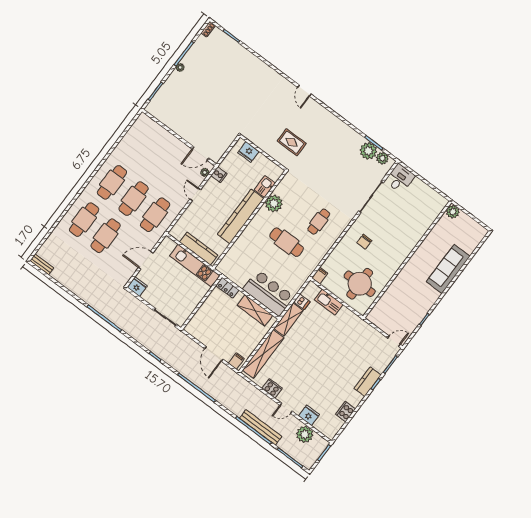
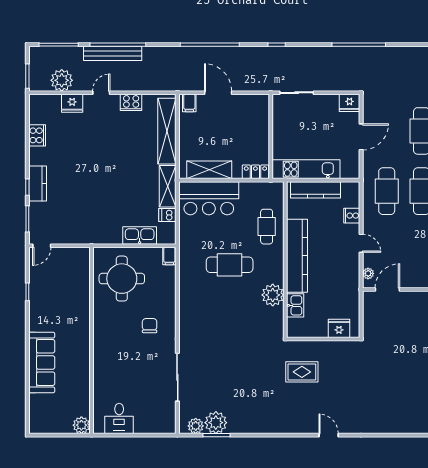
cooker: (219, 175) -> (352, 216), moved
desk: (400, 179) -> (119, 418), moved
cafe table: (319, 222) -> (267, 227), moved

